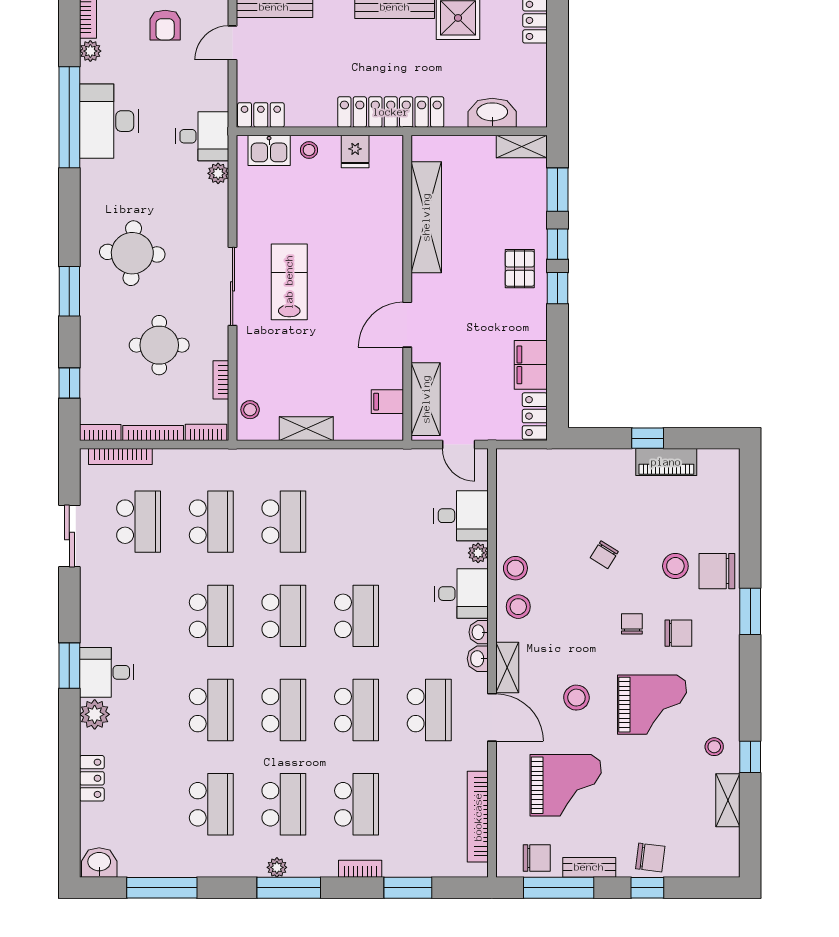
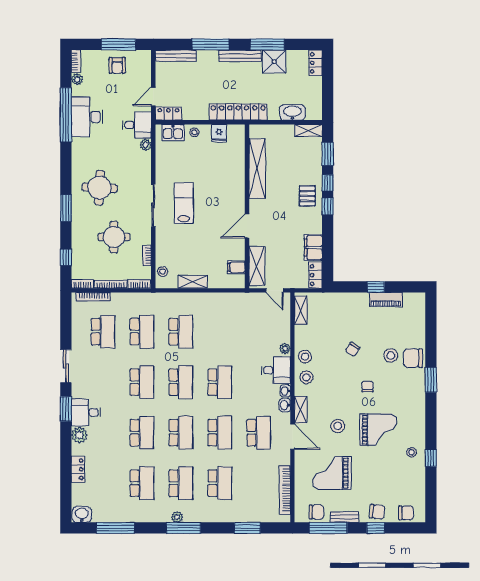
door: (233, 43) -> (153, 97), moved
desk: (461, 516) -> (276, 328), removed
sliding door: (69, 536) -> (66, 366), moved
chair: (678, 633) -> (406, 513), moved
grand piano: (566, 785) -> (332, 473), turned 180
shelving: (728, 800) -> (301, 310), moved
bookcase: (360, 869) -> (222, 518), removed

